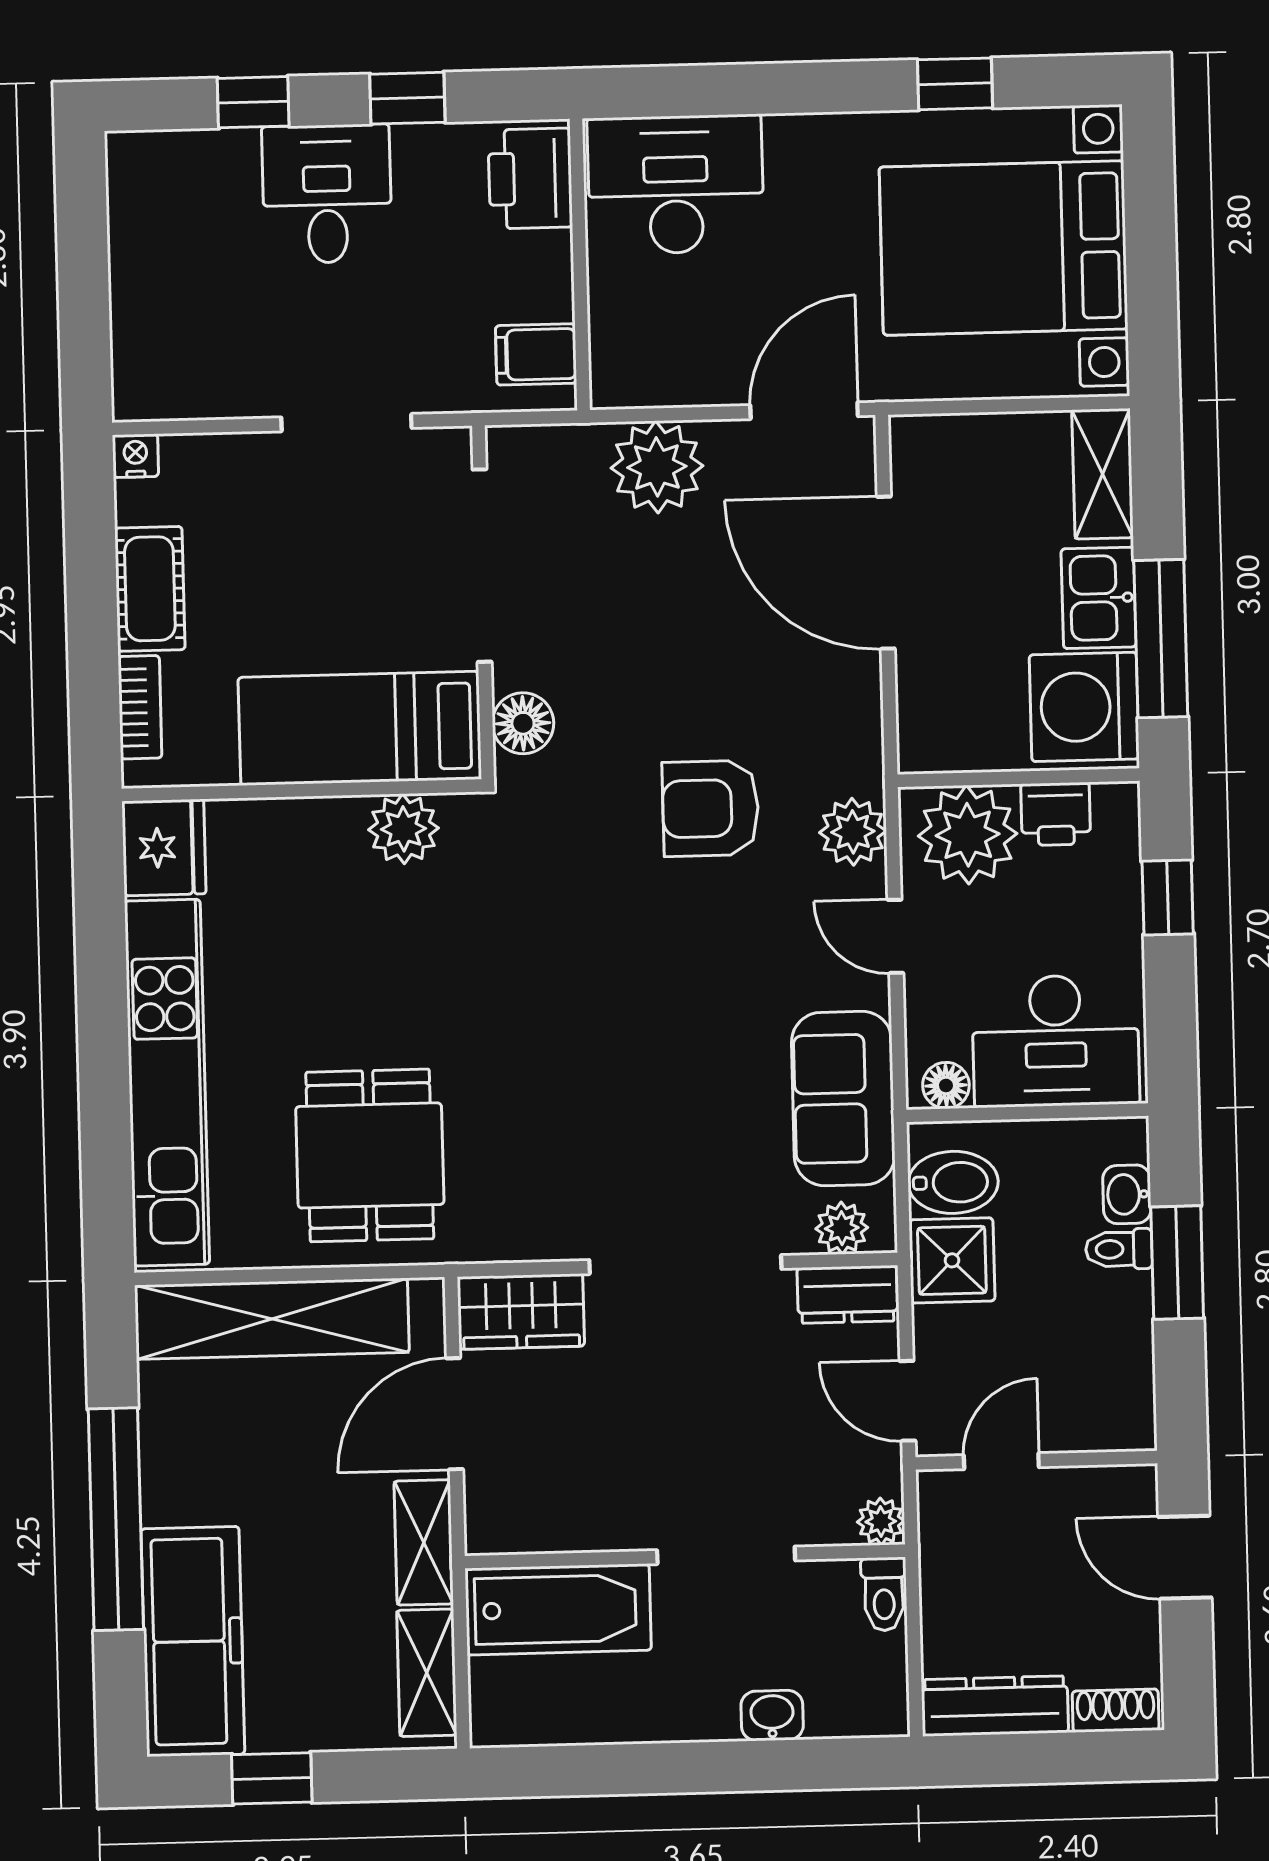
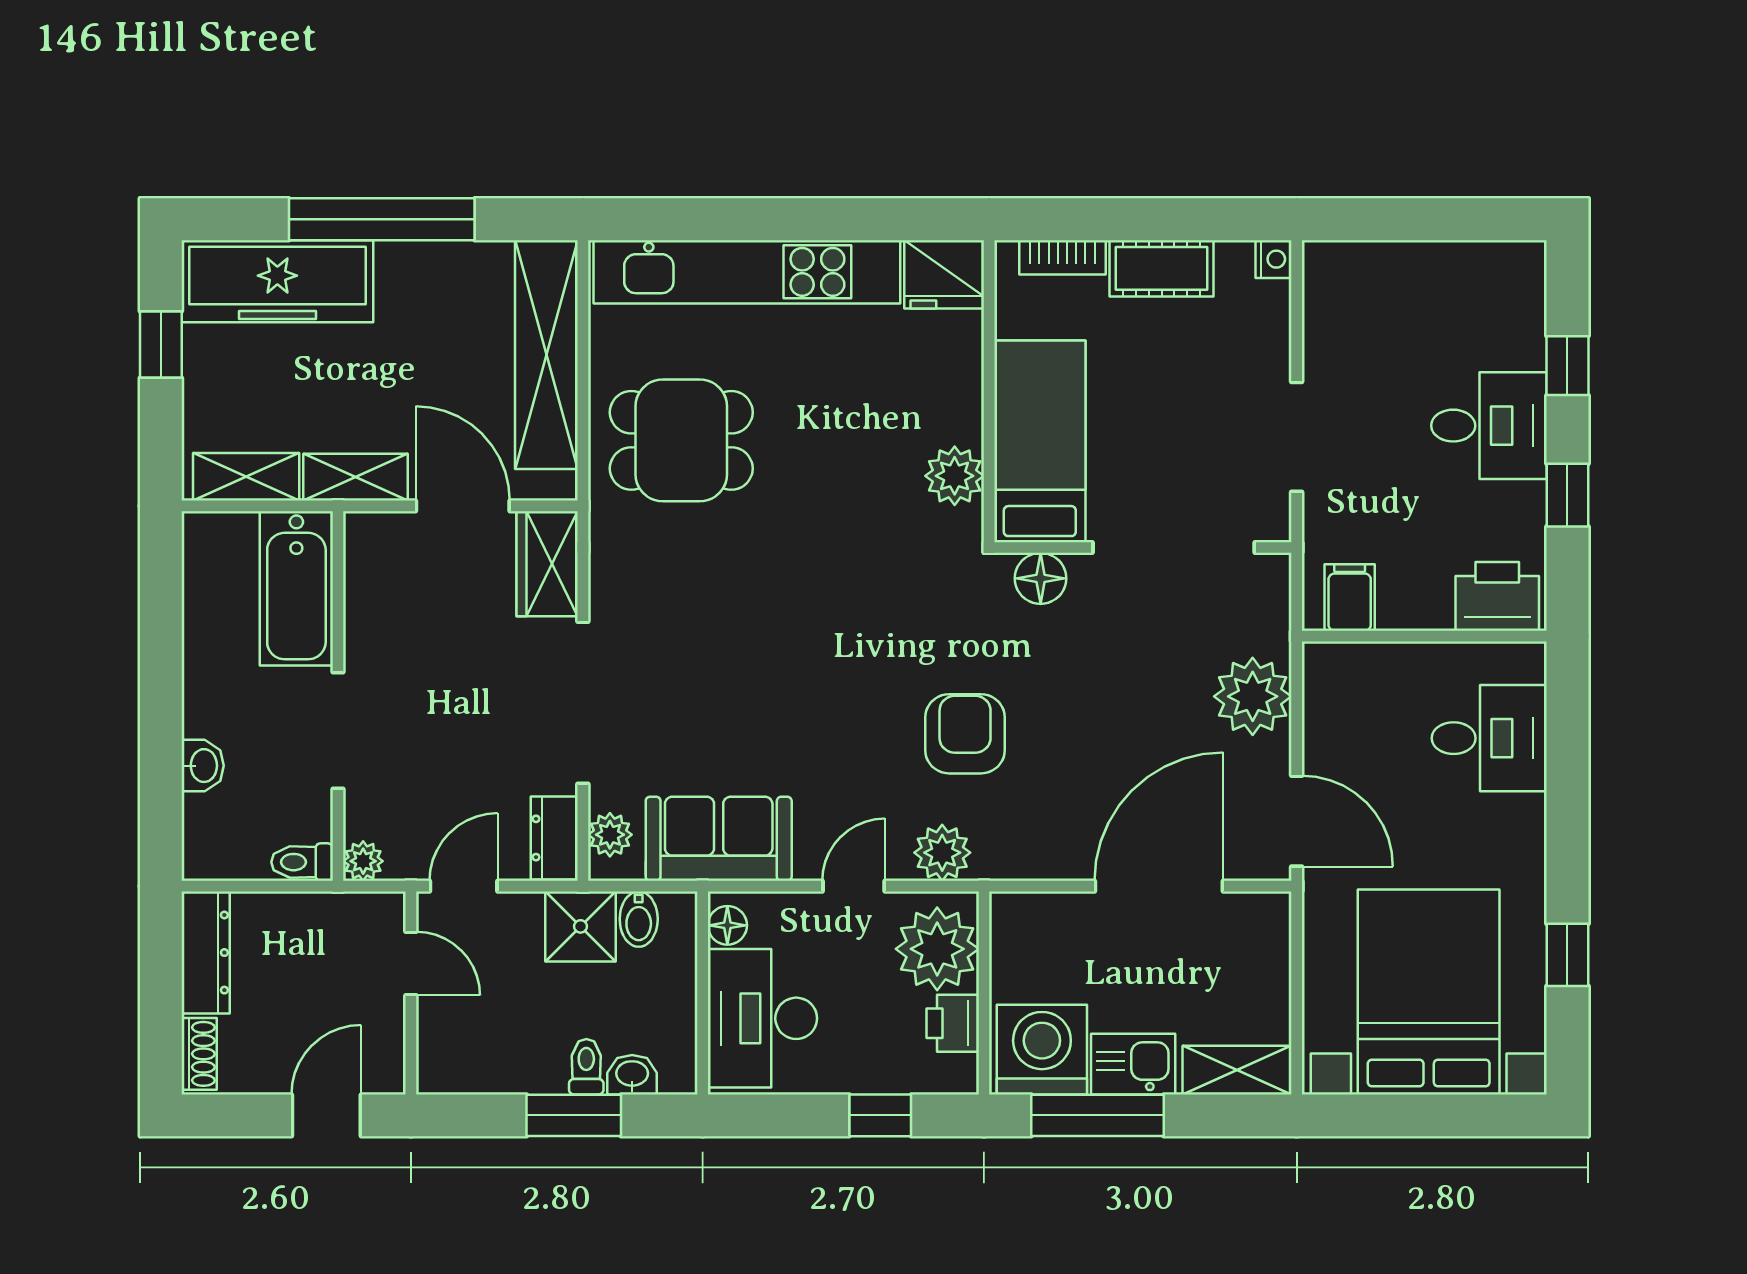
desk: (676, 184) -> (1489, 738), width x0.73
bidet: (953, 1182) -> (639, 919), width x0.72, depth x0.74

